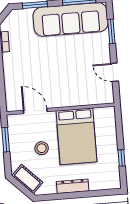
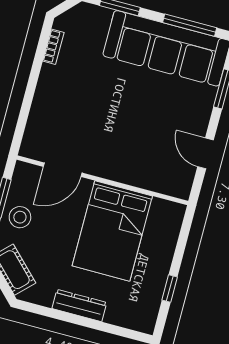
door: (35, 111) -> (63, 170), swing flipped
stool: (42, 148) -> (20, 217), moved

